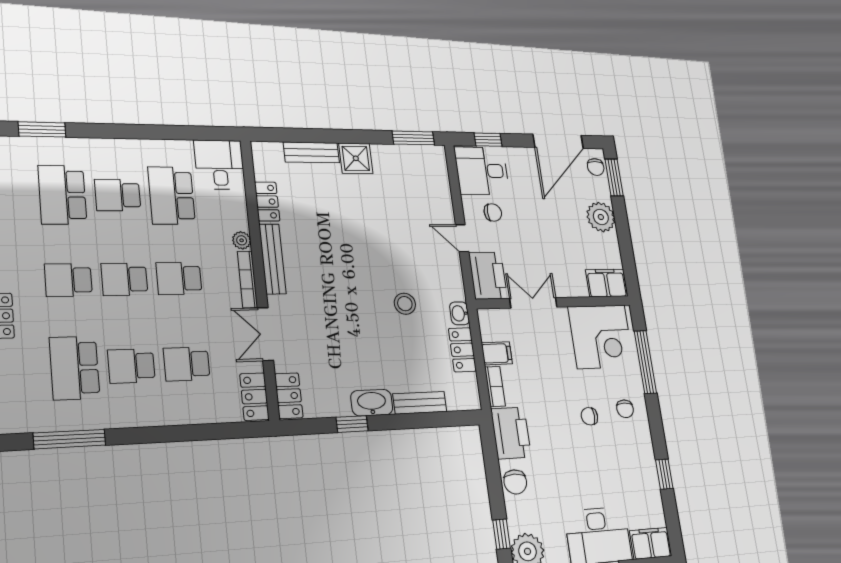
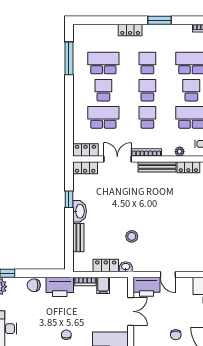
chair: (493, 212) -> (176, 335), moved
door: (462, 238) -> (168, 275), swing flipped
plant: (242, 240) -> (180, 152), moved
school desk: (187, 364) -> (103, 117), width x1.85

